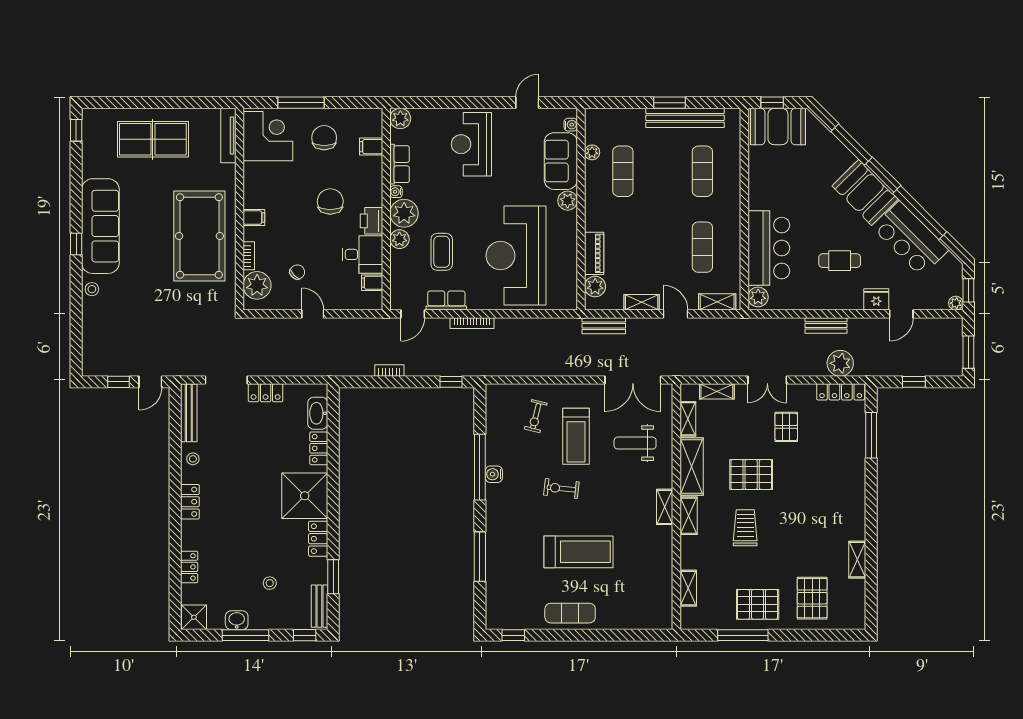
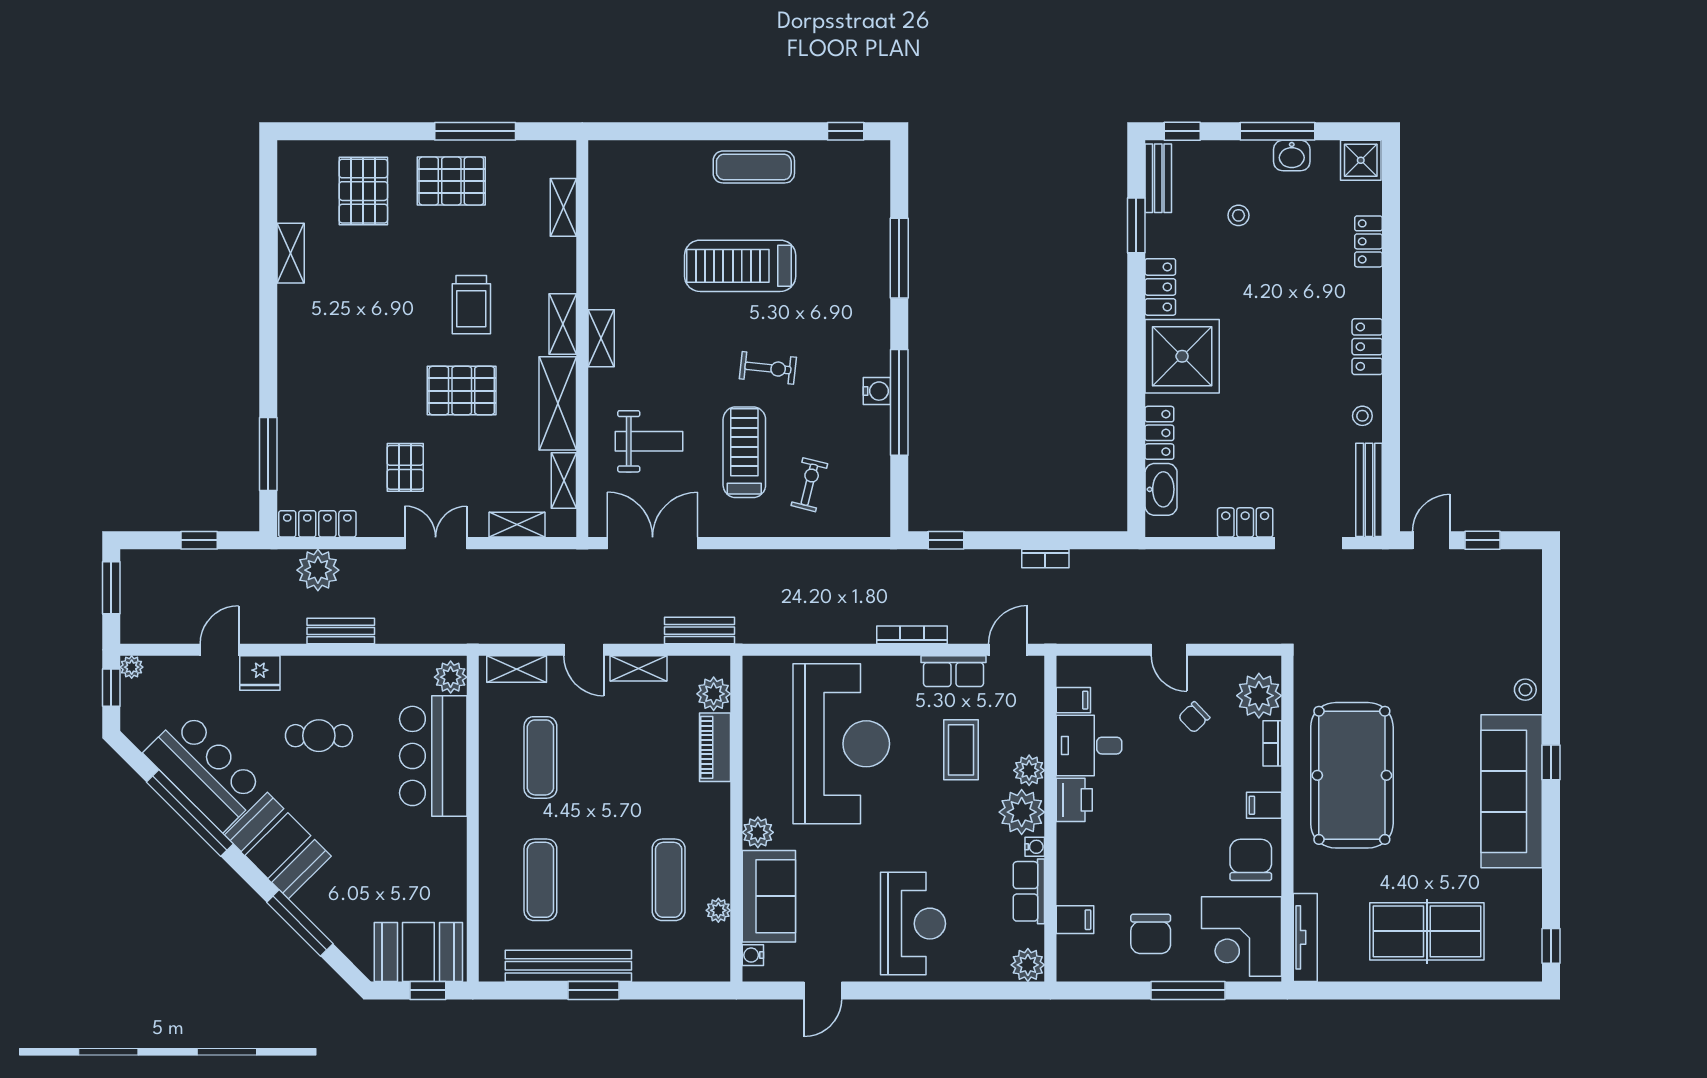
chair: (330, 201) -> (1251, 860), moved, turned 180

